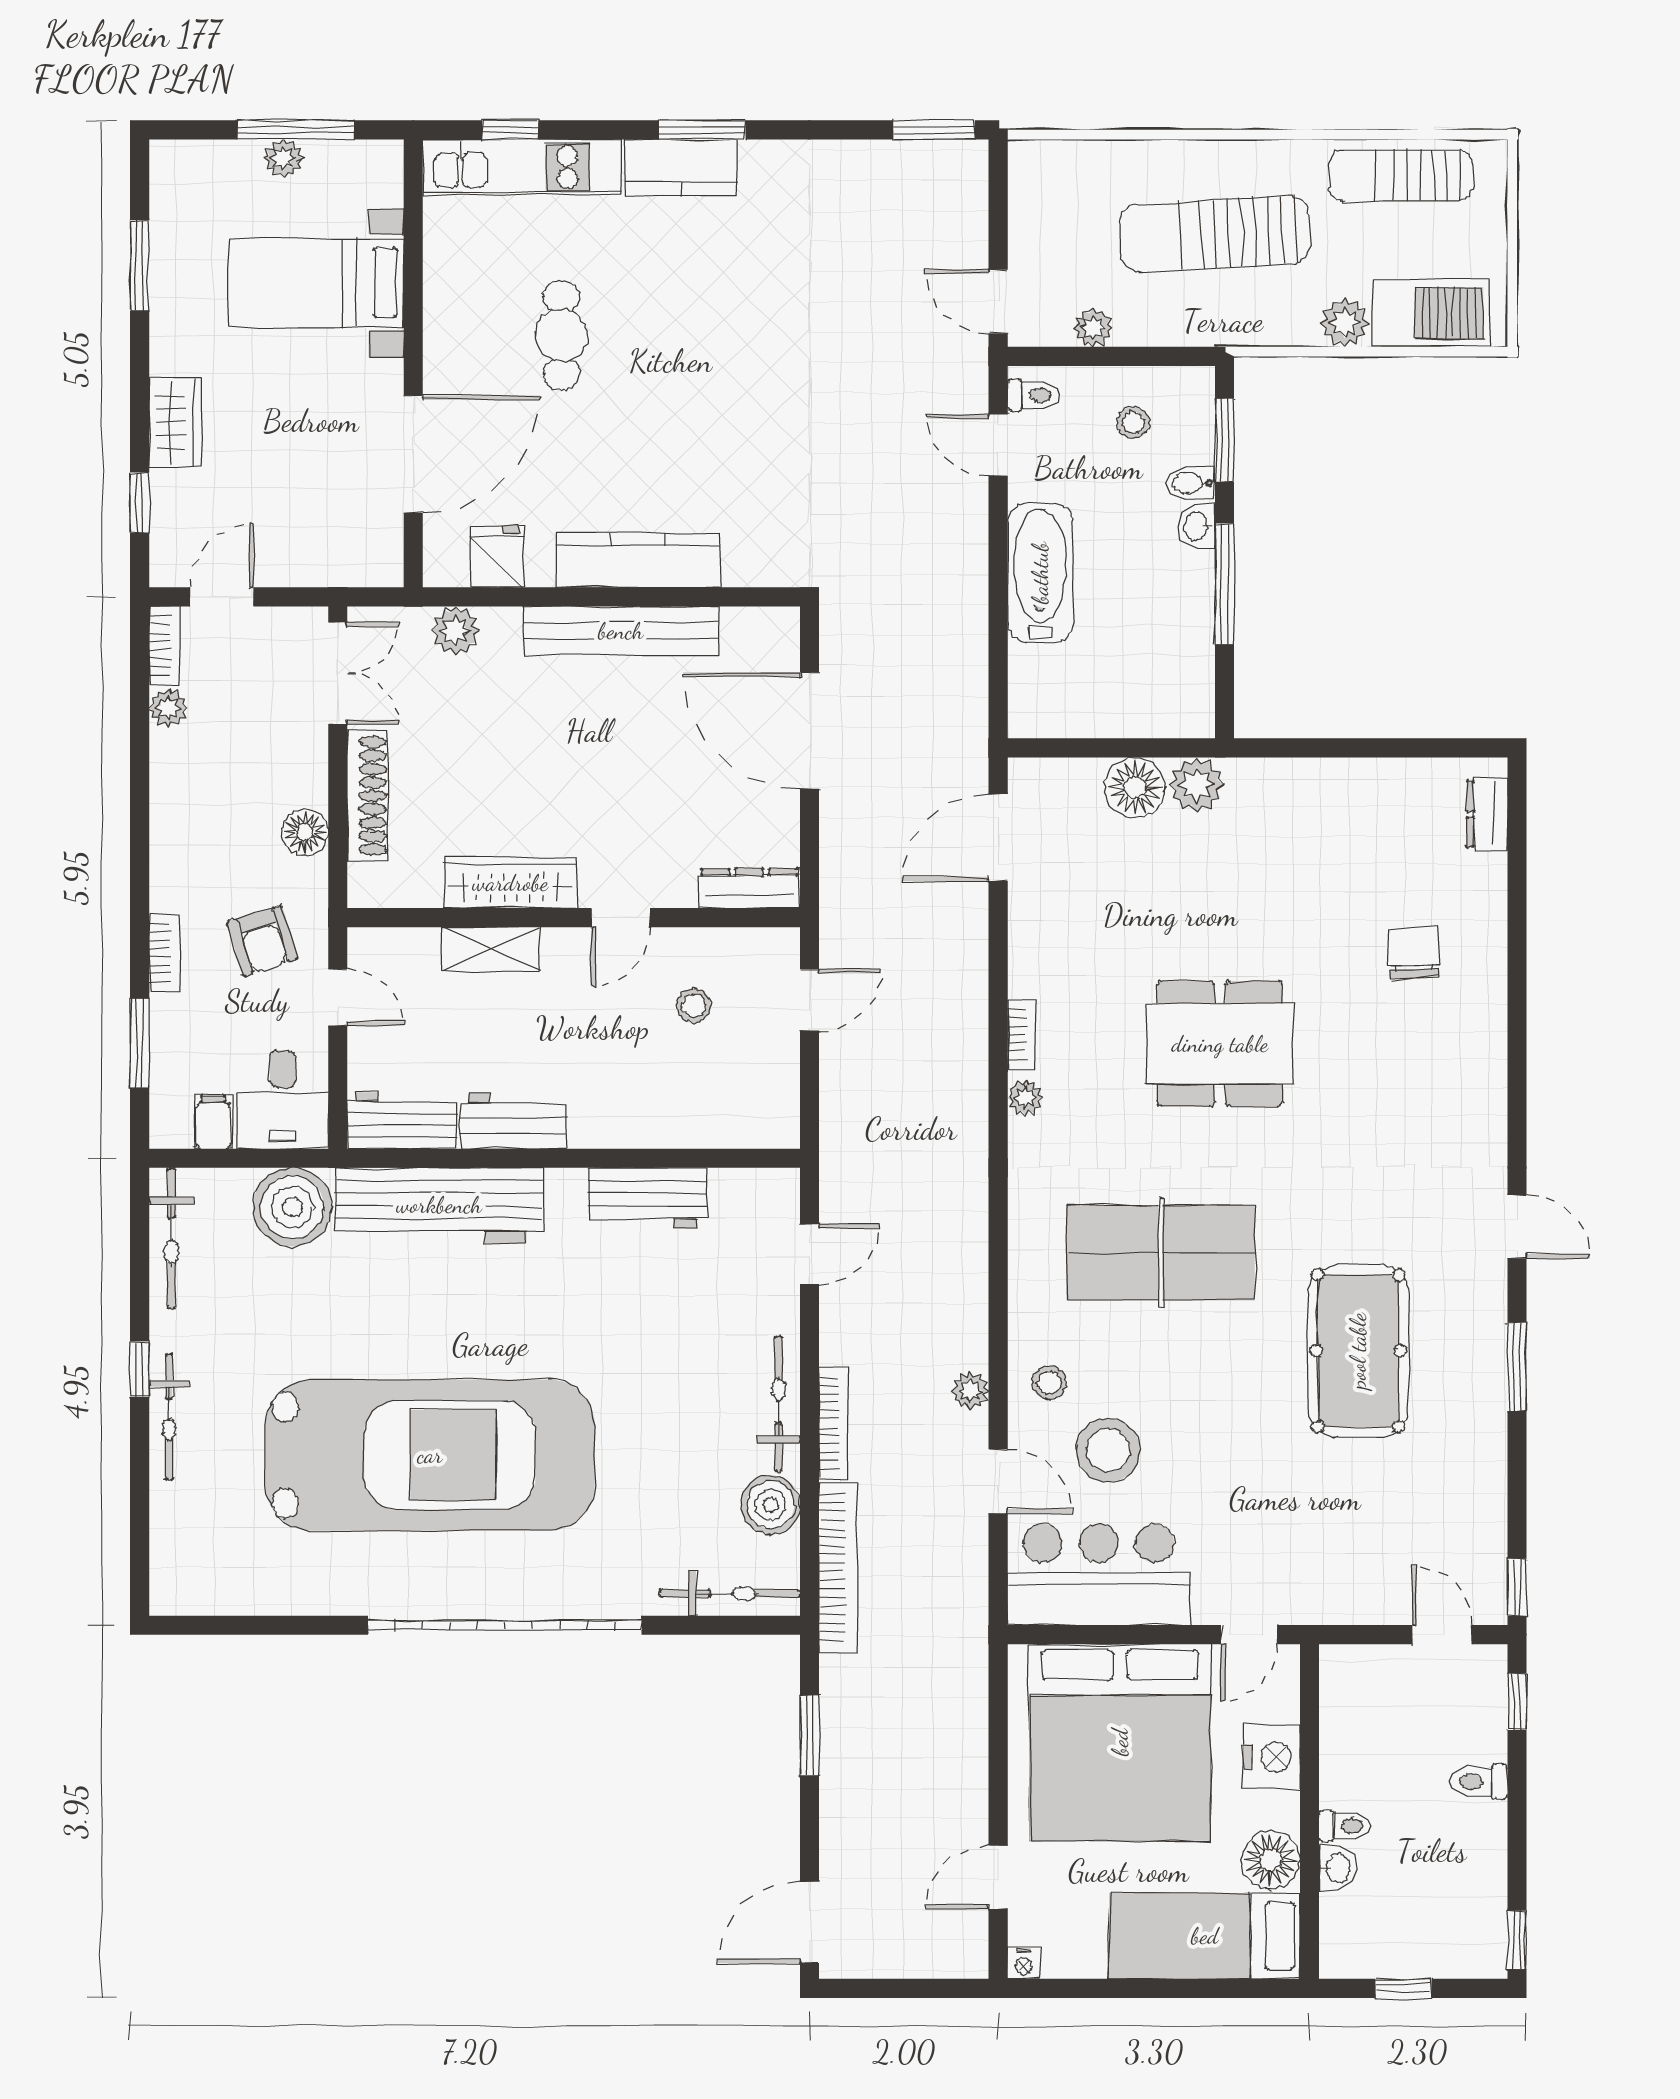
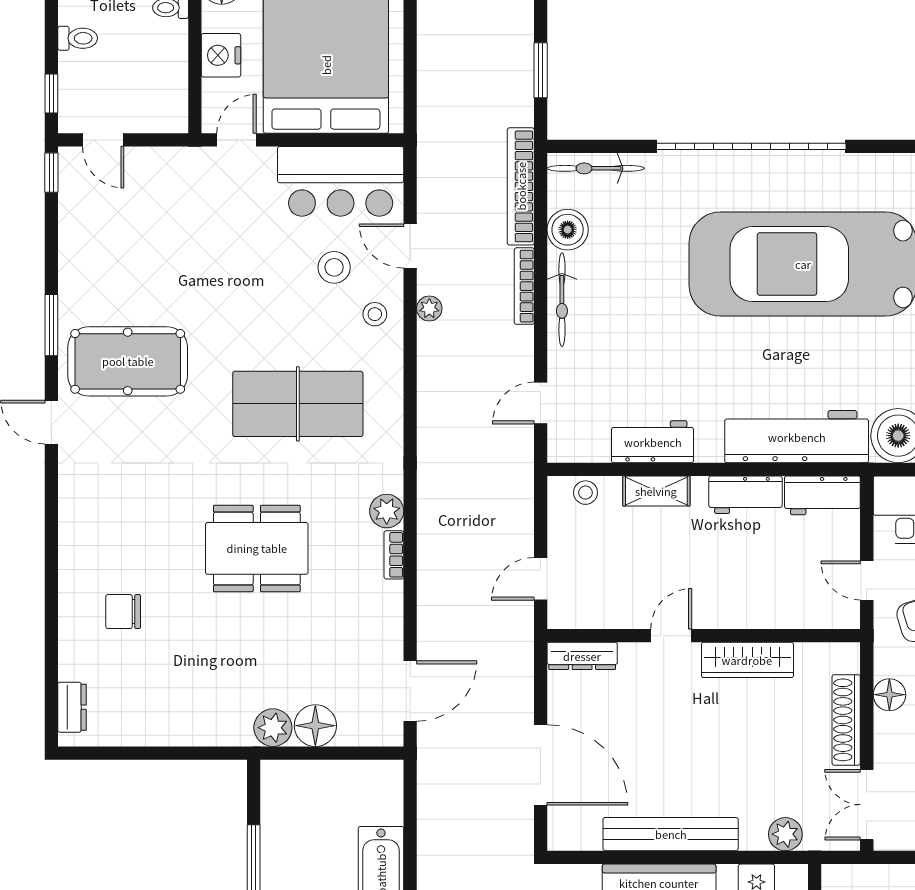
shelving: (491, 949) -> (656, 491), moved
chair: (1413, 953) -> (123, 612), turned 93
stool: (694, 1006) -> (585, 493), moved
plant: (1025, 1098) -> (387, 511), width x1.38, depth x1.38
pool table: (1358, 1351) -> (128, 361), moved, turned 90
stool: (1108, 1450) -> (334, 267), width x0.73, depth x0.73

